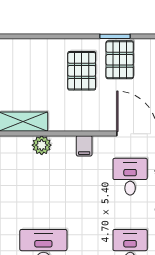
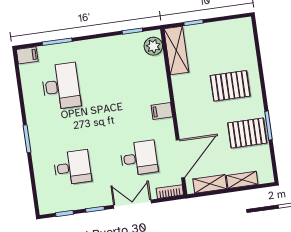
pallet: (82, 71) -> (230, 86), moved
plant: (42, 145) -> (153, 46), moved

